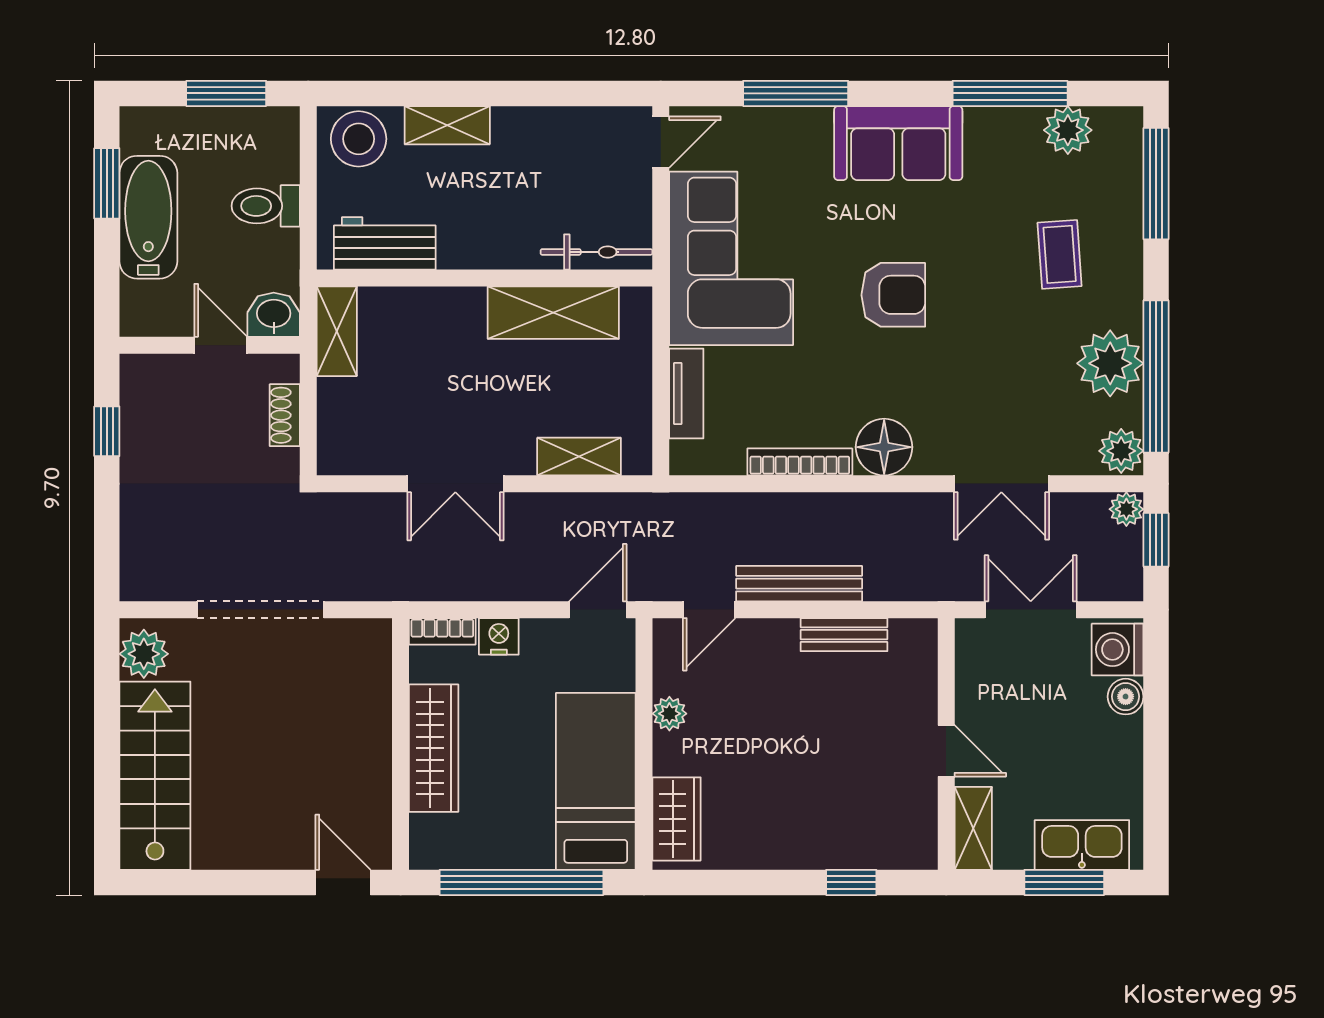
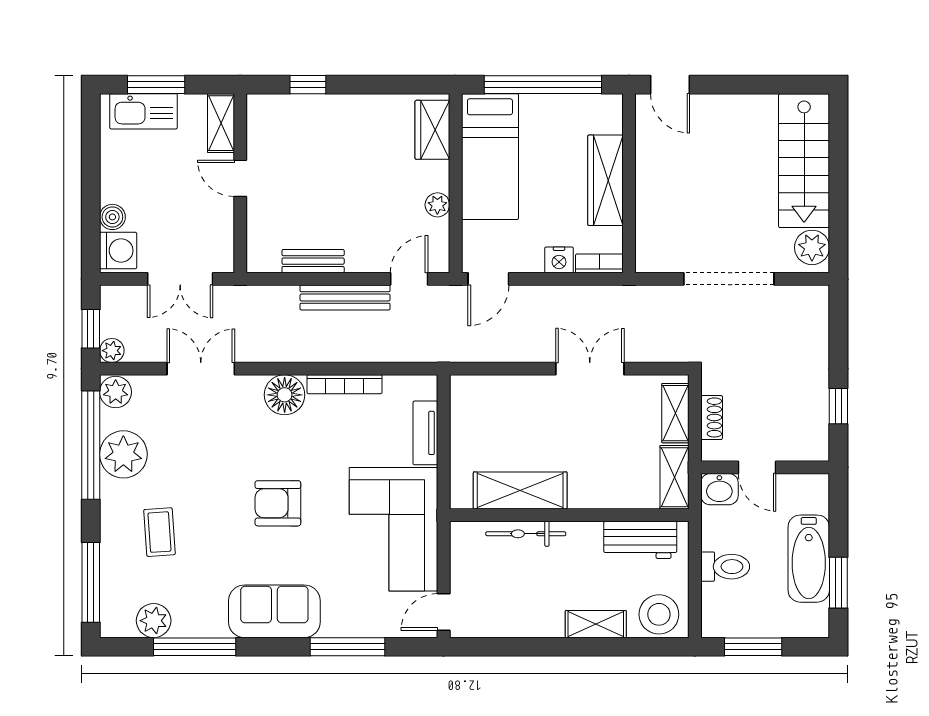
bicycle: (596, 252) -> (526, 534), moved
shelving: (579, 457) -> (675, 413), moved, turned 90

